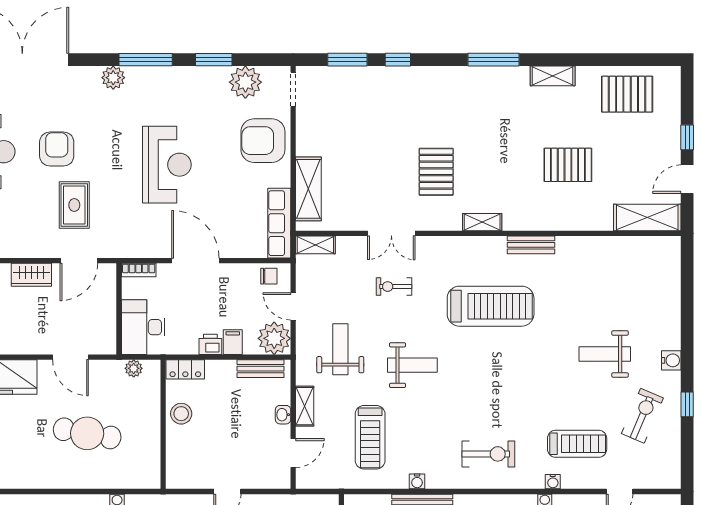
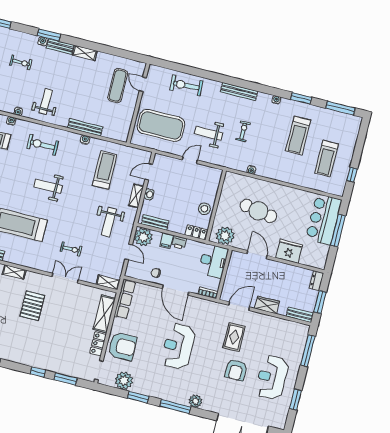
locker: (306, 134) -> (98, 344), added
chair: (269, 276) -> (156, 273), moved
weight bench: (412, 365) -> (48, 186), moved
plant: (134, 368) -> (225, 236), width x1.88, depth x1.88

